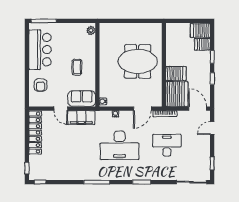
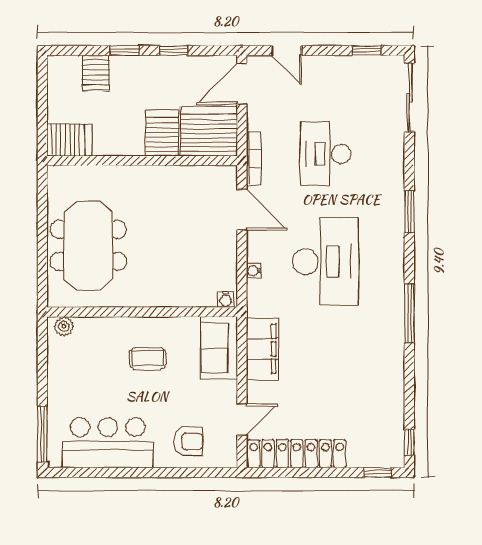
server rack: (200, 31) -> (70, 140), moved, turned -90
meeting table: (138, 61) -> (88, 245), moved
door: (61, 109) -> (242, 420), moved

